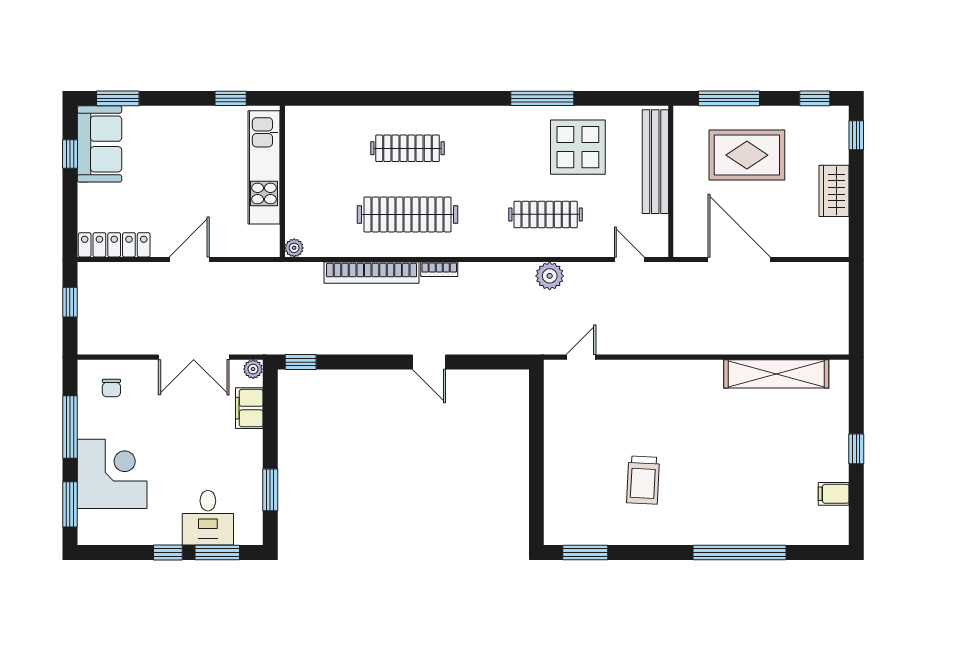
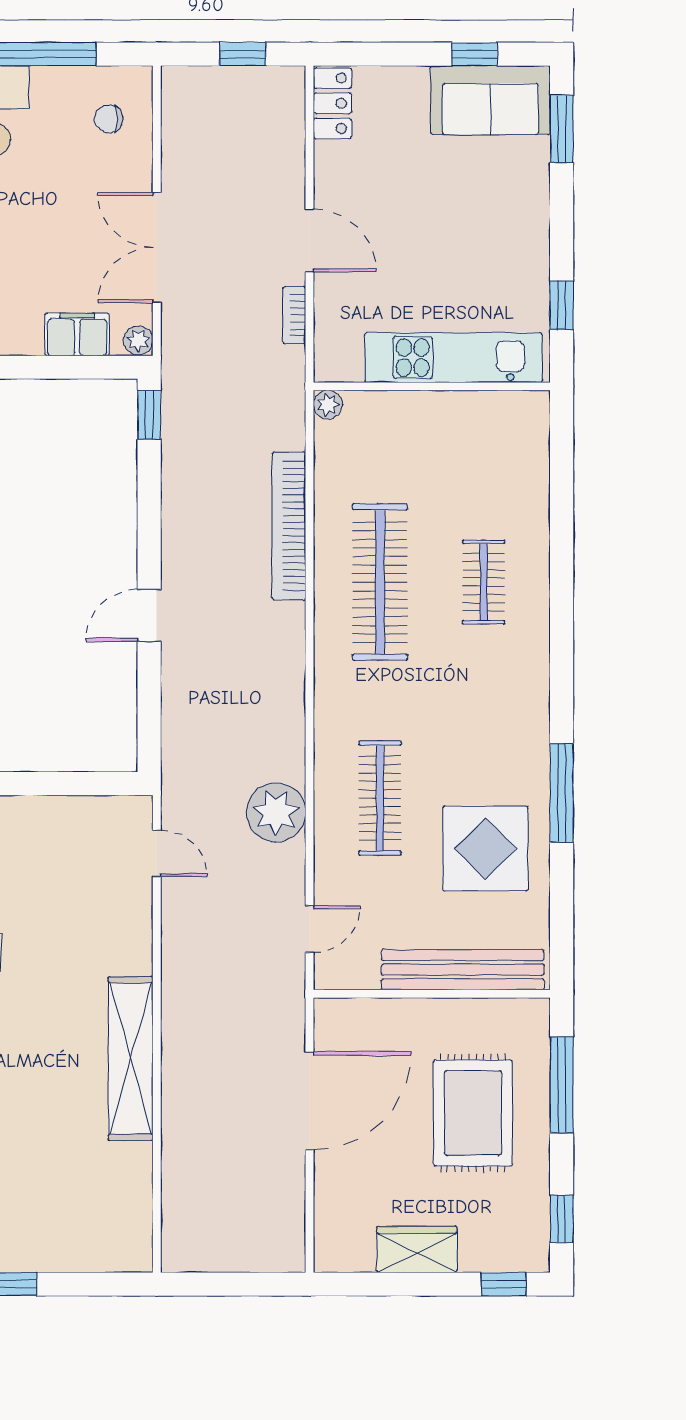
clothes rail: (408, 148) -> (484, 582), width x0.73
locker: (114, 245) -> (332, 103), width x0.66
bookcase: (439, 269) -> (294, 315), moved
plant: (550, 276) -> (276, 812), width x1.36, depth x1.36
shelving: (776, 374) -> (131, 1059), moved

